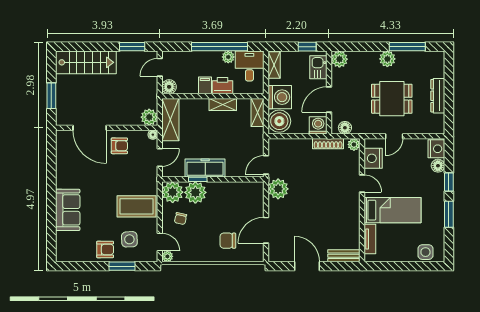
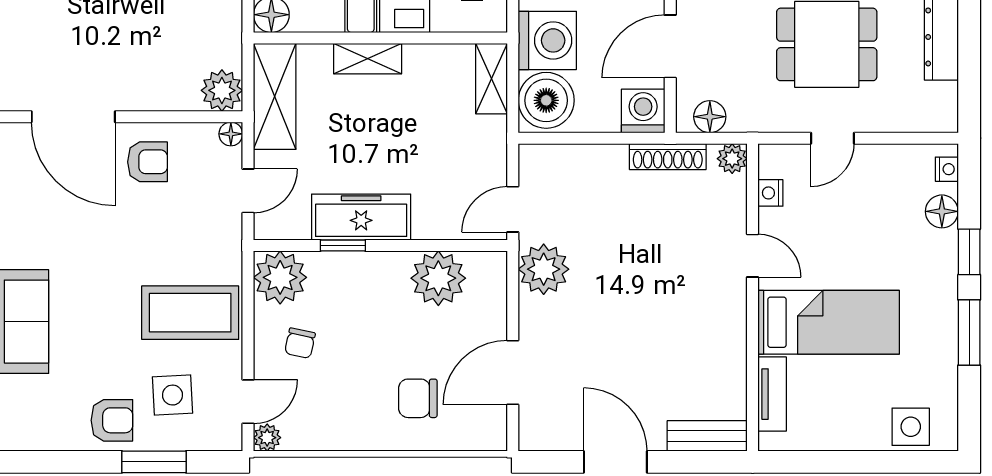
shelving: (223, 104) -> (368, 59), moved
nightstand: (436, 149) -> (947, 169), width x0.53, depth x0.56
nightstand: (373, 158) -> (770, 193), width x0.53, depth x0.56
plant: (195, 192) -> (438, 278), moved
door: (160, 242) -> (248, 402), hinge flipped

